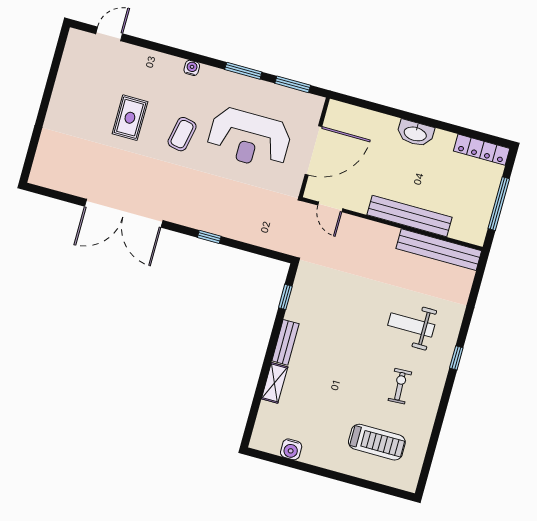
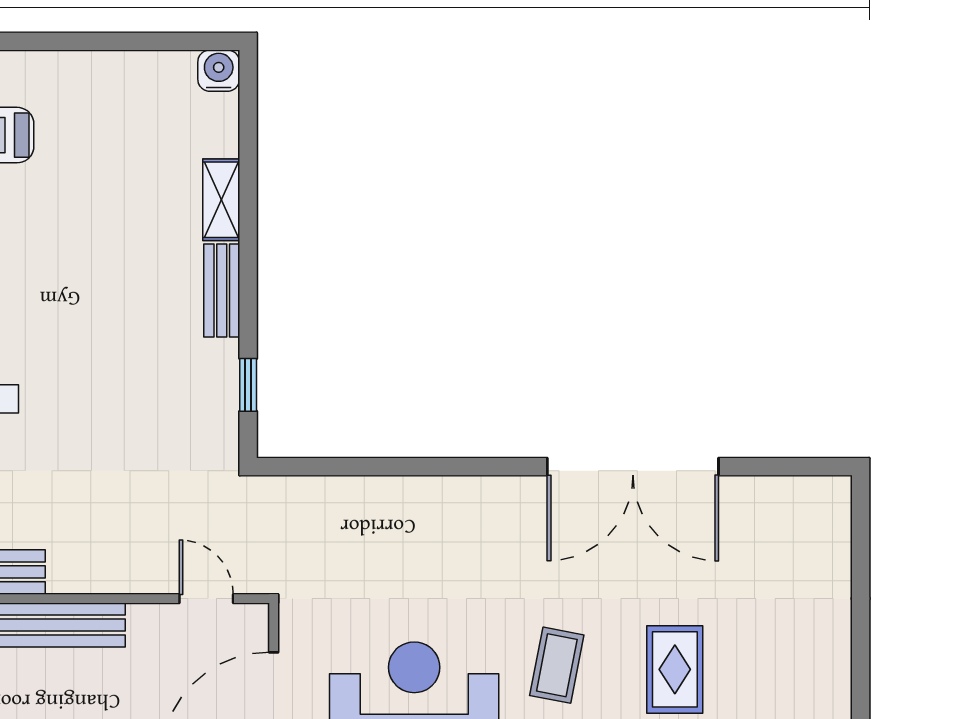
double door: (124, 213) -> (633, 467), swing flipped
window: (209, 237) -> (441, 467), removed
water cooler: (291, 449) -> (219, 71), moved

